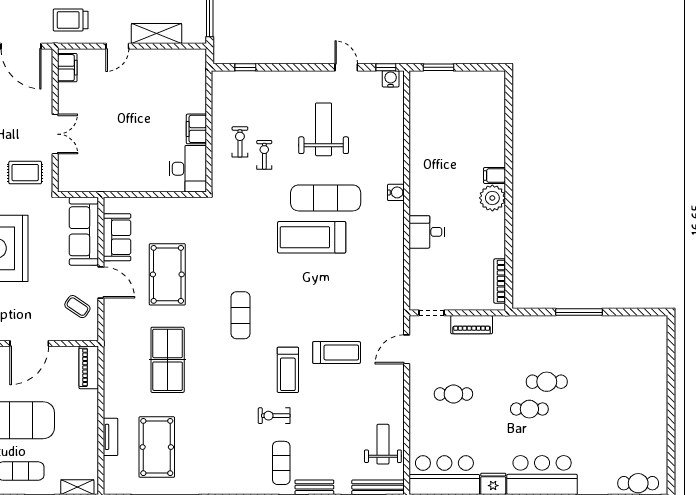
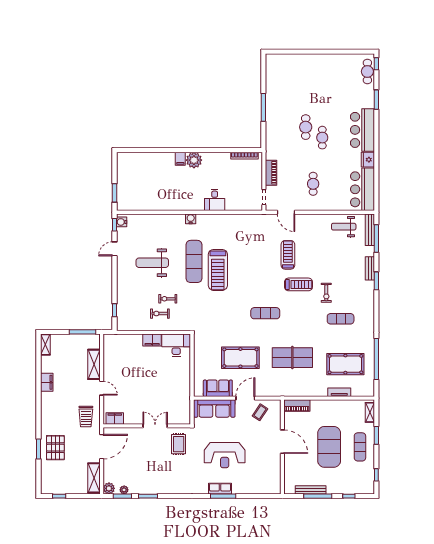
exercise mat: (281, 463) -> (341, 319), moved

